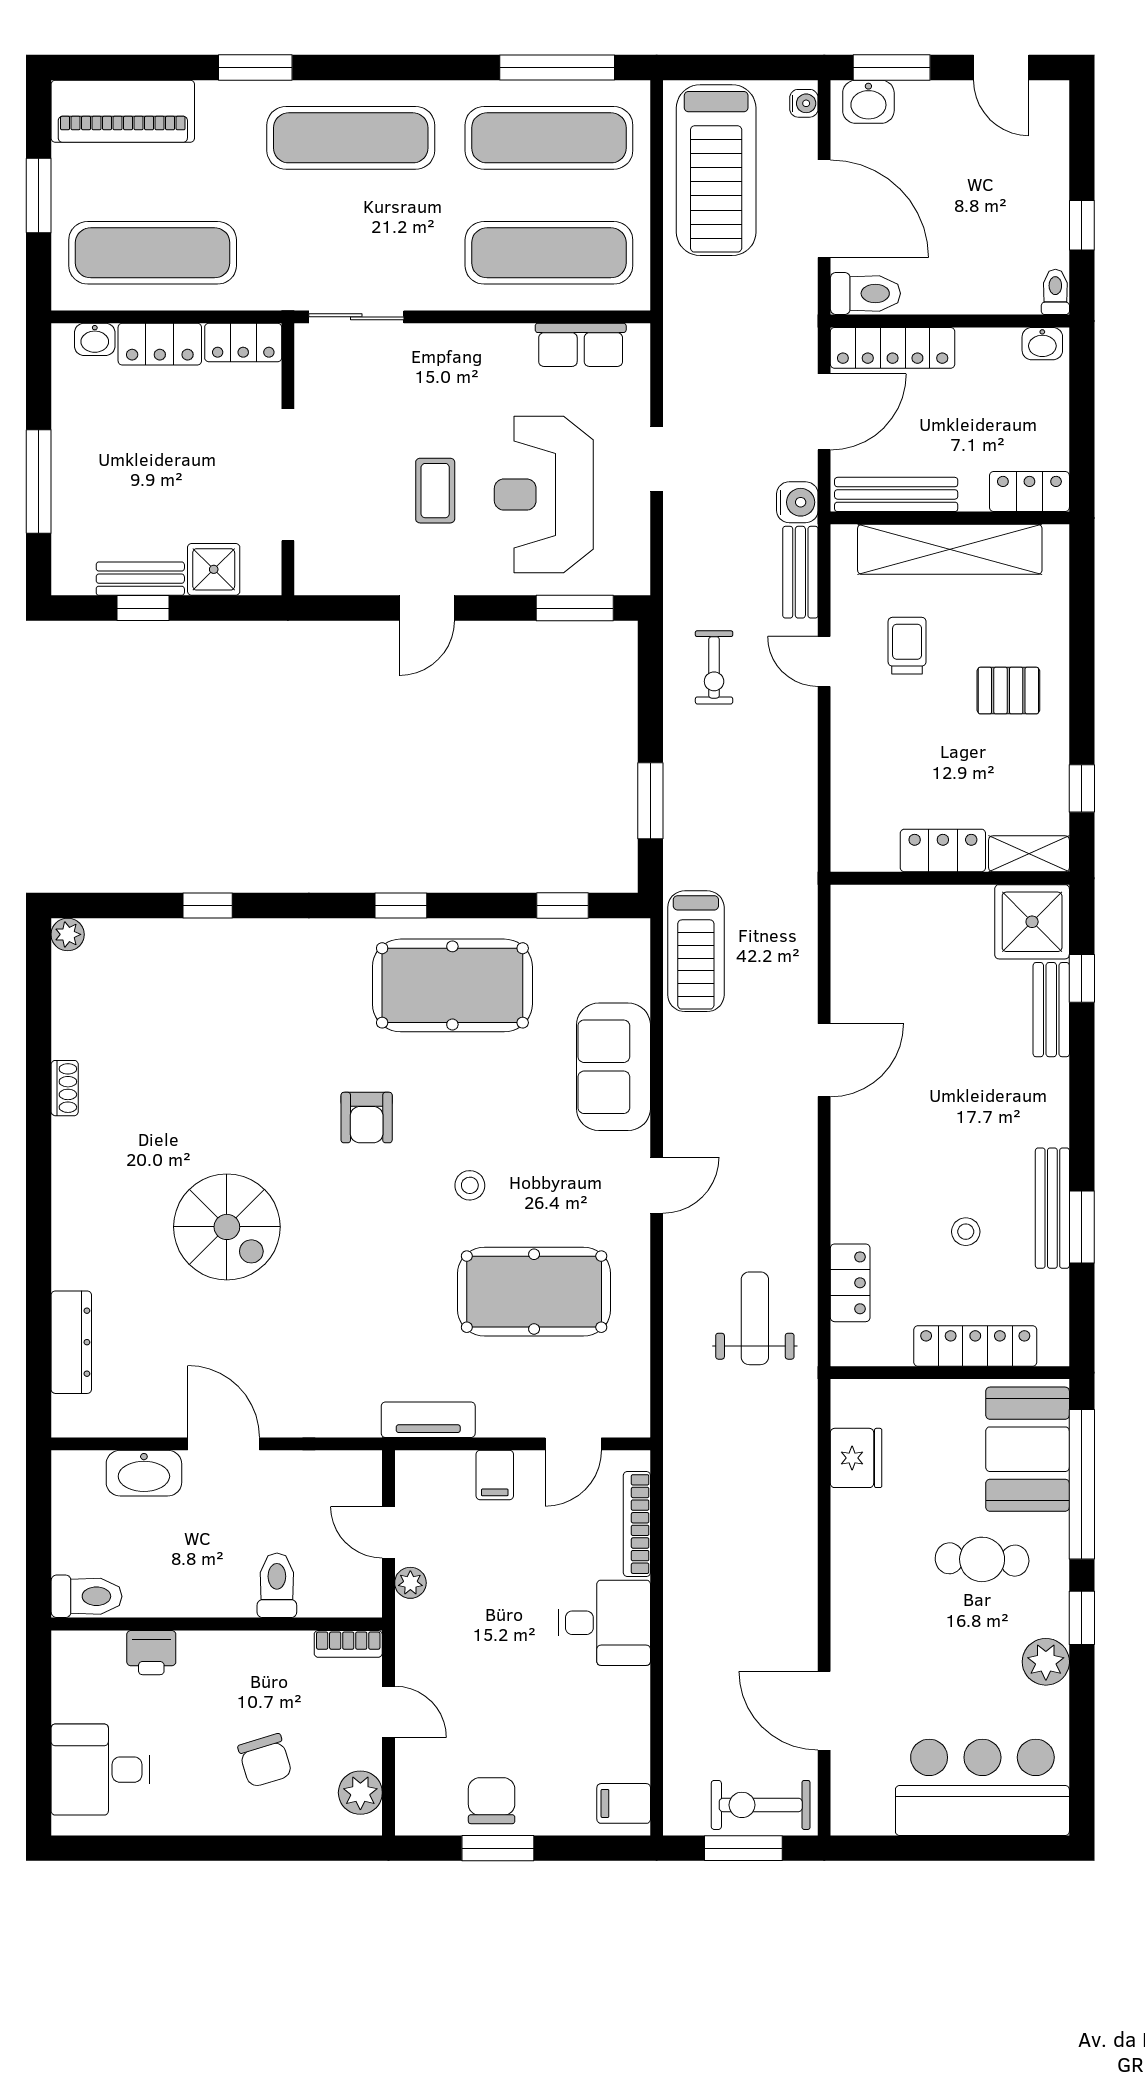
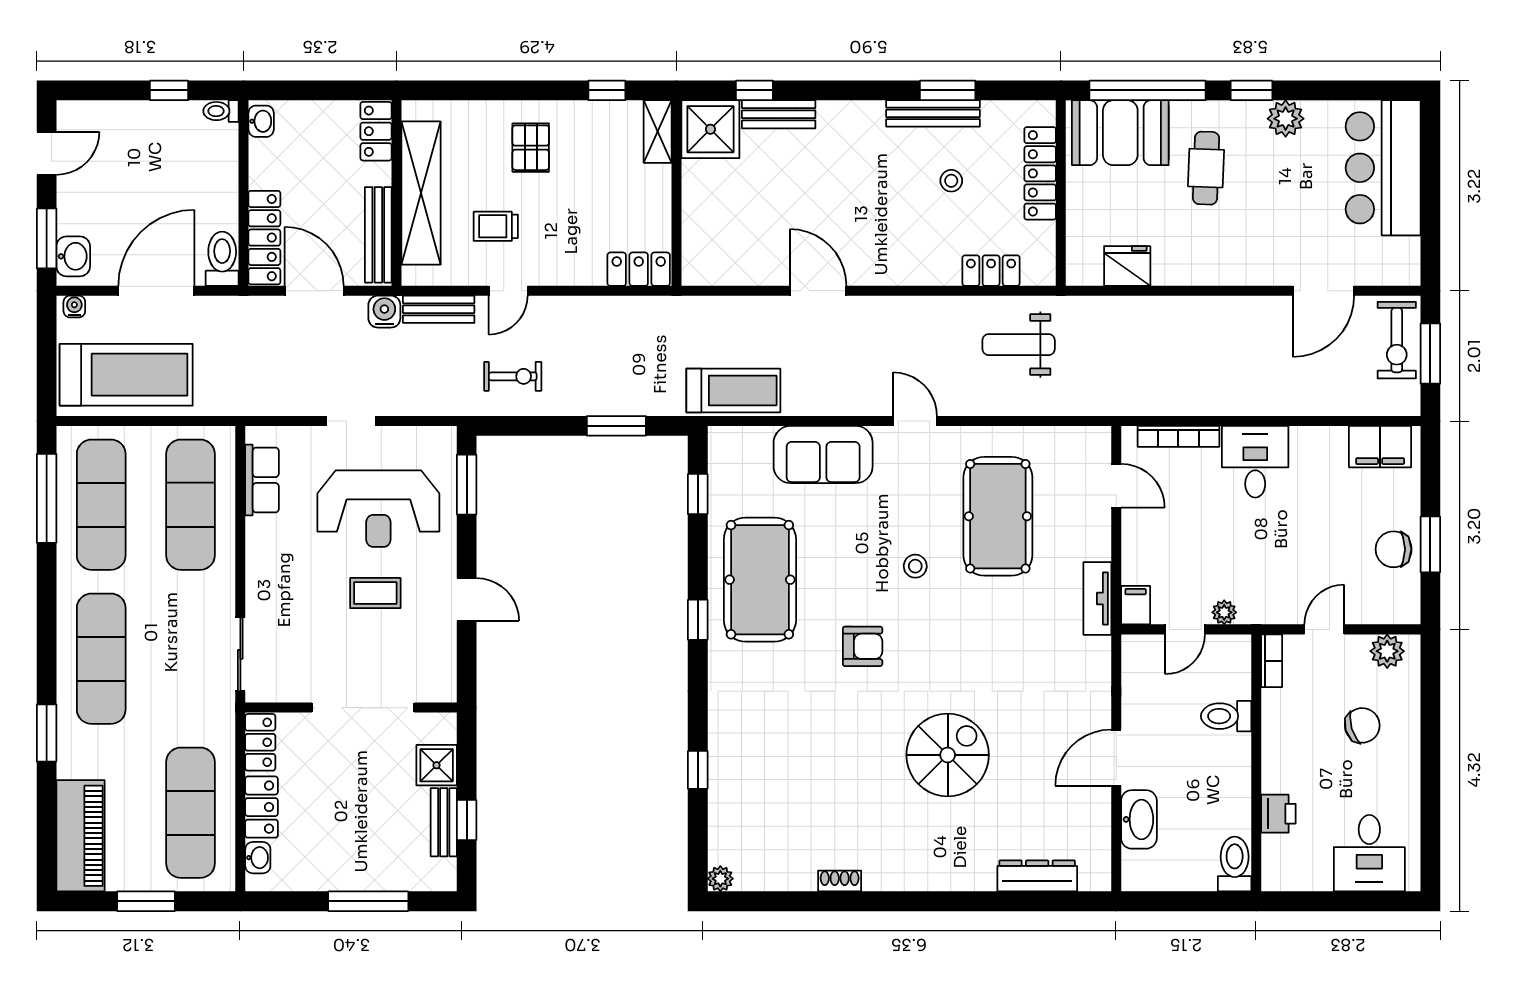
locker: (943, 850) -> (639, 269), moved, turned 90
filing cabinet: (495, 1475) -> (1136, 605), moved, turned -90
filing cabinet: (624, 1803) -> (1380, 447), width x2.00

